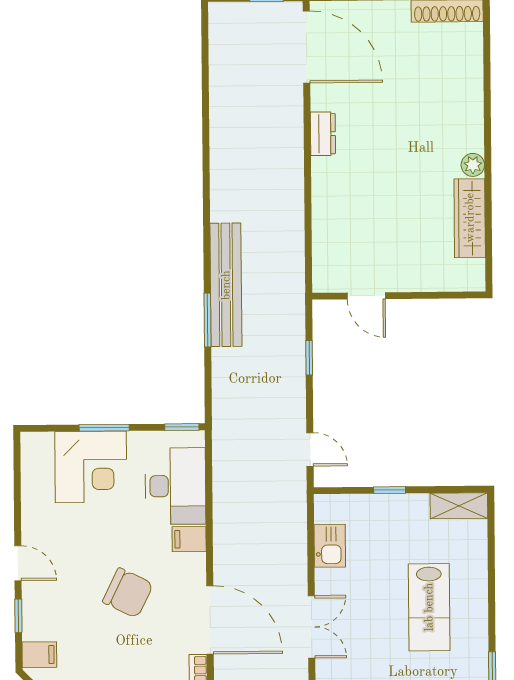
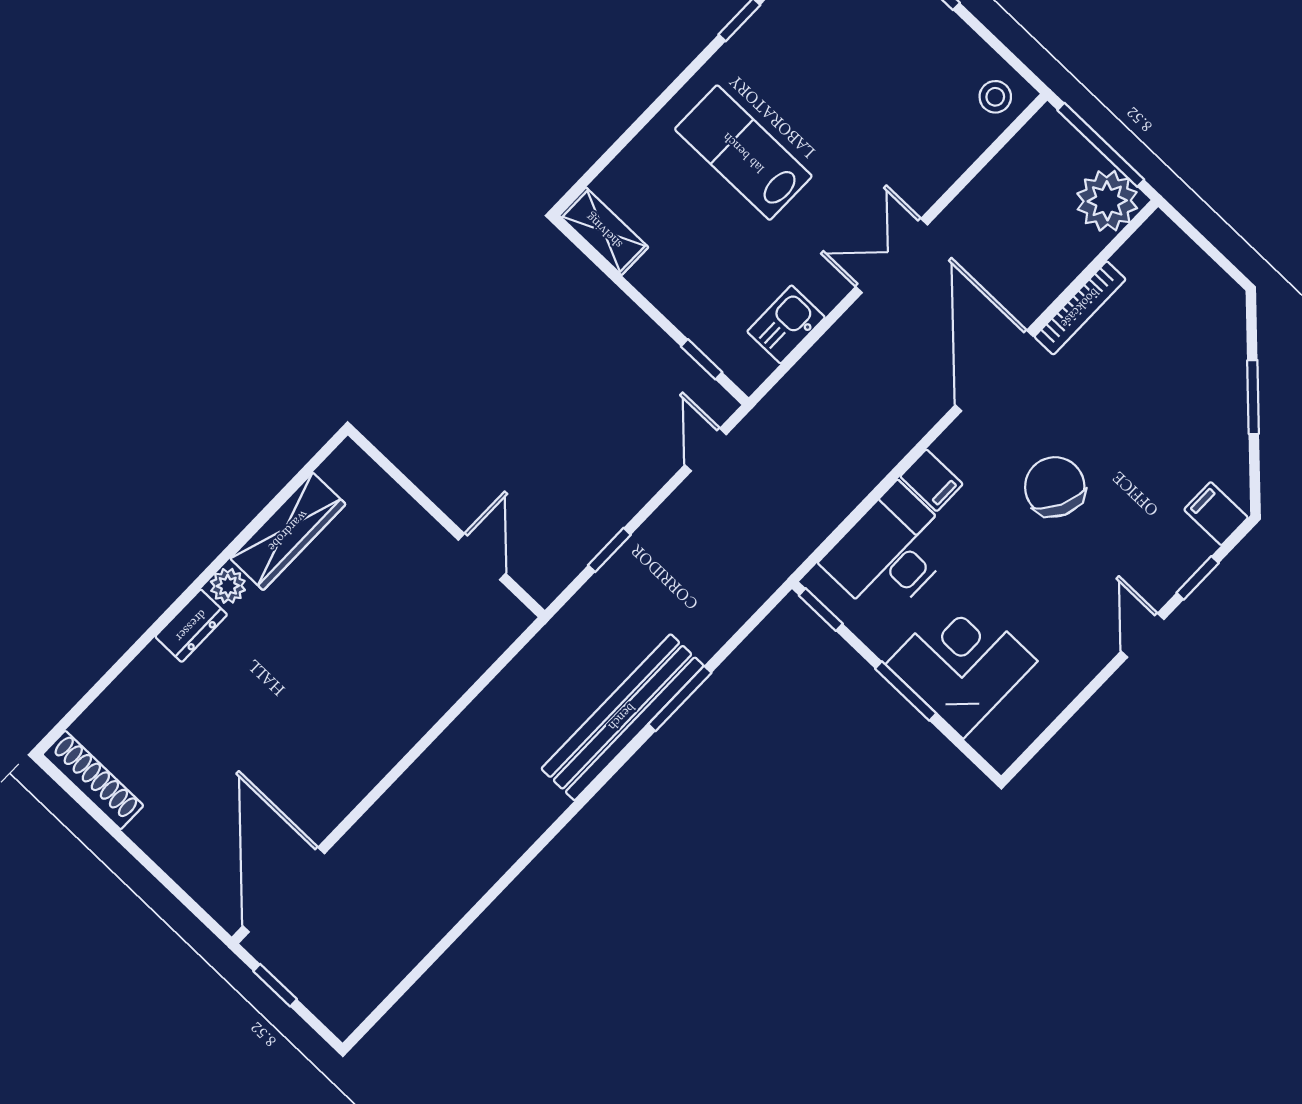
dresser: (323, 134) -> (191, 626), moved, turned 180
window: (390, 490) -> (702, 359), moved
lab bench: (429, 607) -> (743, 153), turned -90

